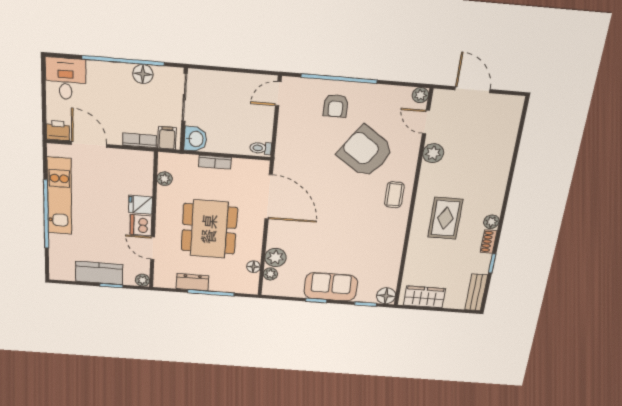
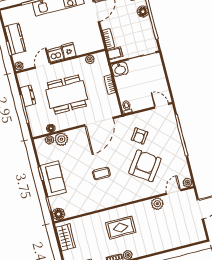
floor lamp: (143, 74) -> (143, 12), moved
armchair: (336, 106) -> (139, 136), moved, turned -56
coffee table: (394, 195) -> (101, 174), moved

